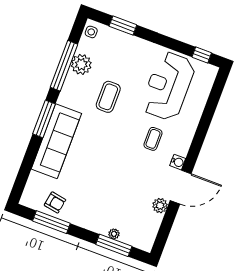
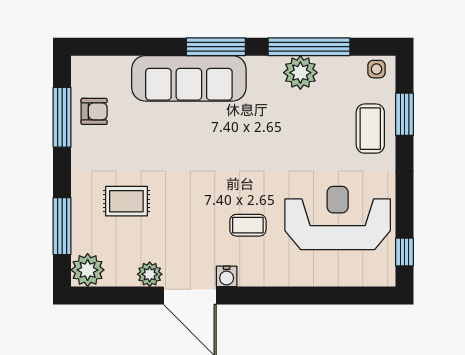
plant: (81, 64) -> (300, 73), moved
coffee table: (108, 97) -> (370, 129), moved, turned 90
armchair: (55, 202) -> (94, 111), turned -100
rug: (113, 203) -> (126, 201), added
plant: (114, 234) -> (88, 270), moved, width x1.88, depth x1.88

